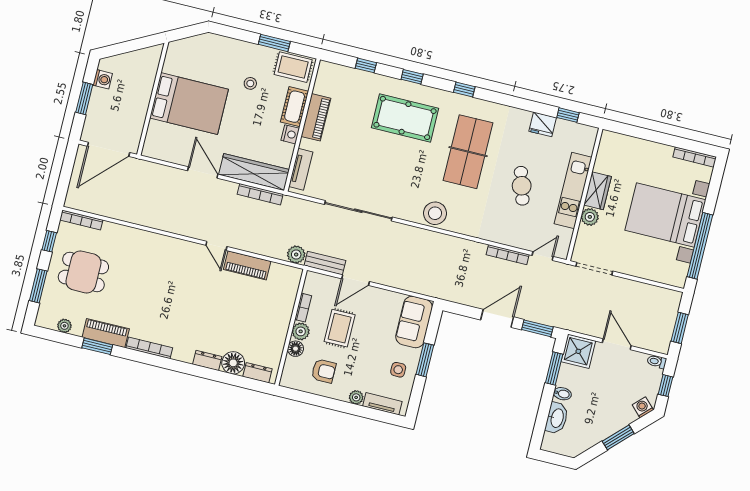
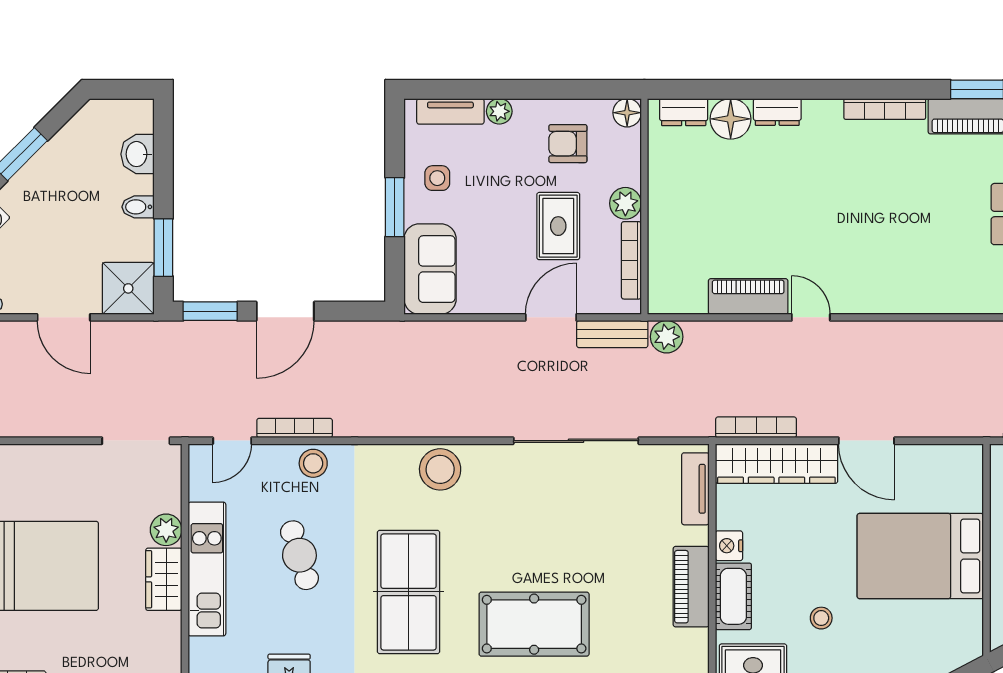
stool: (502, 233) -> (313, 463), added
bookcase: (303, 308) -> (631, 260), width x1.56
floor lamp: (295, 349) -> (627, 113), moved
washbasin: (557, 418) -> (138, 154), width x0.72

